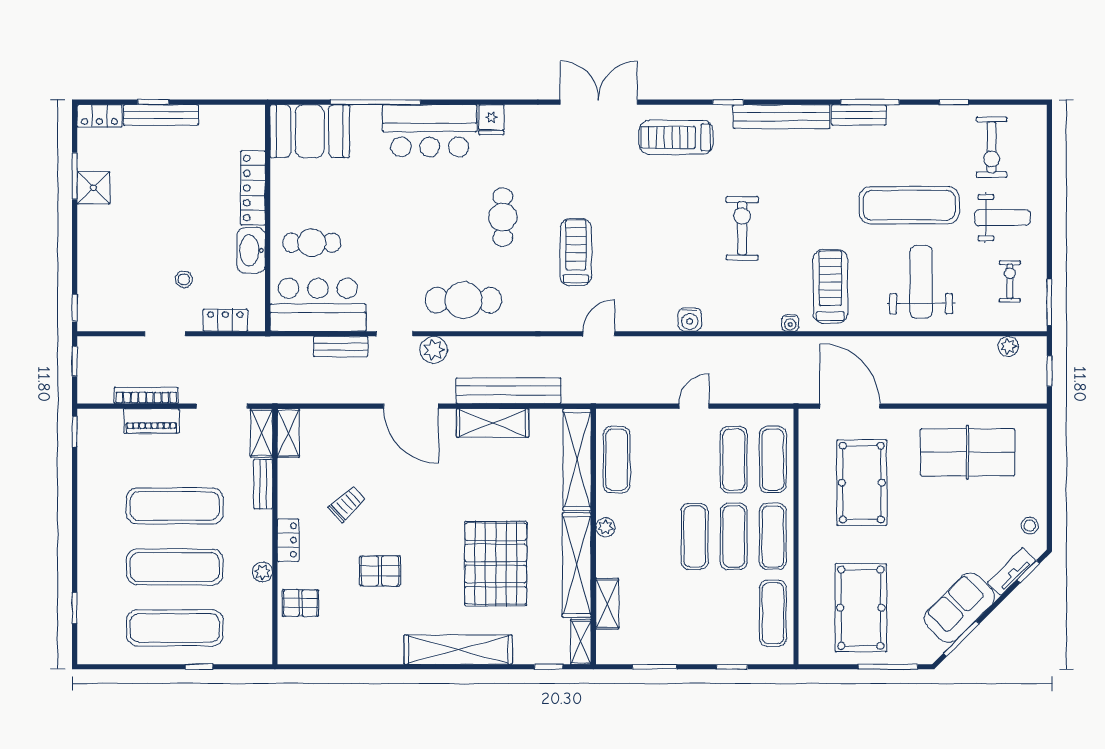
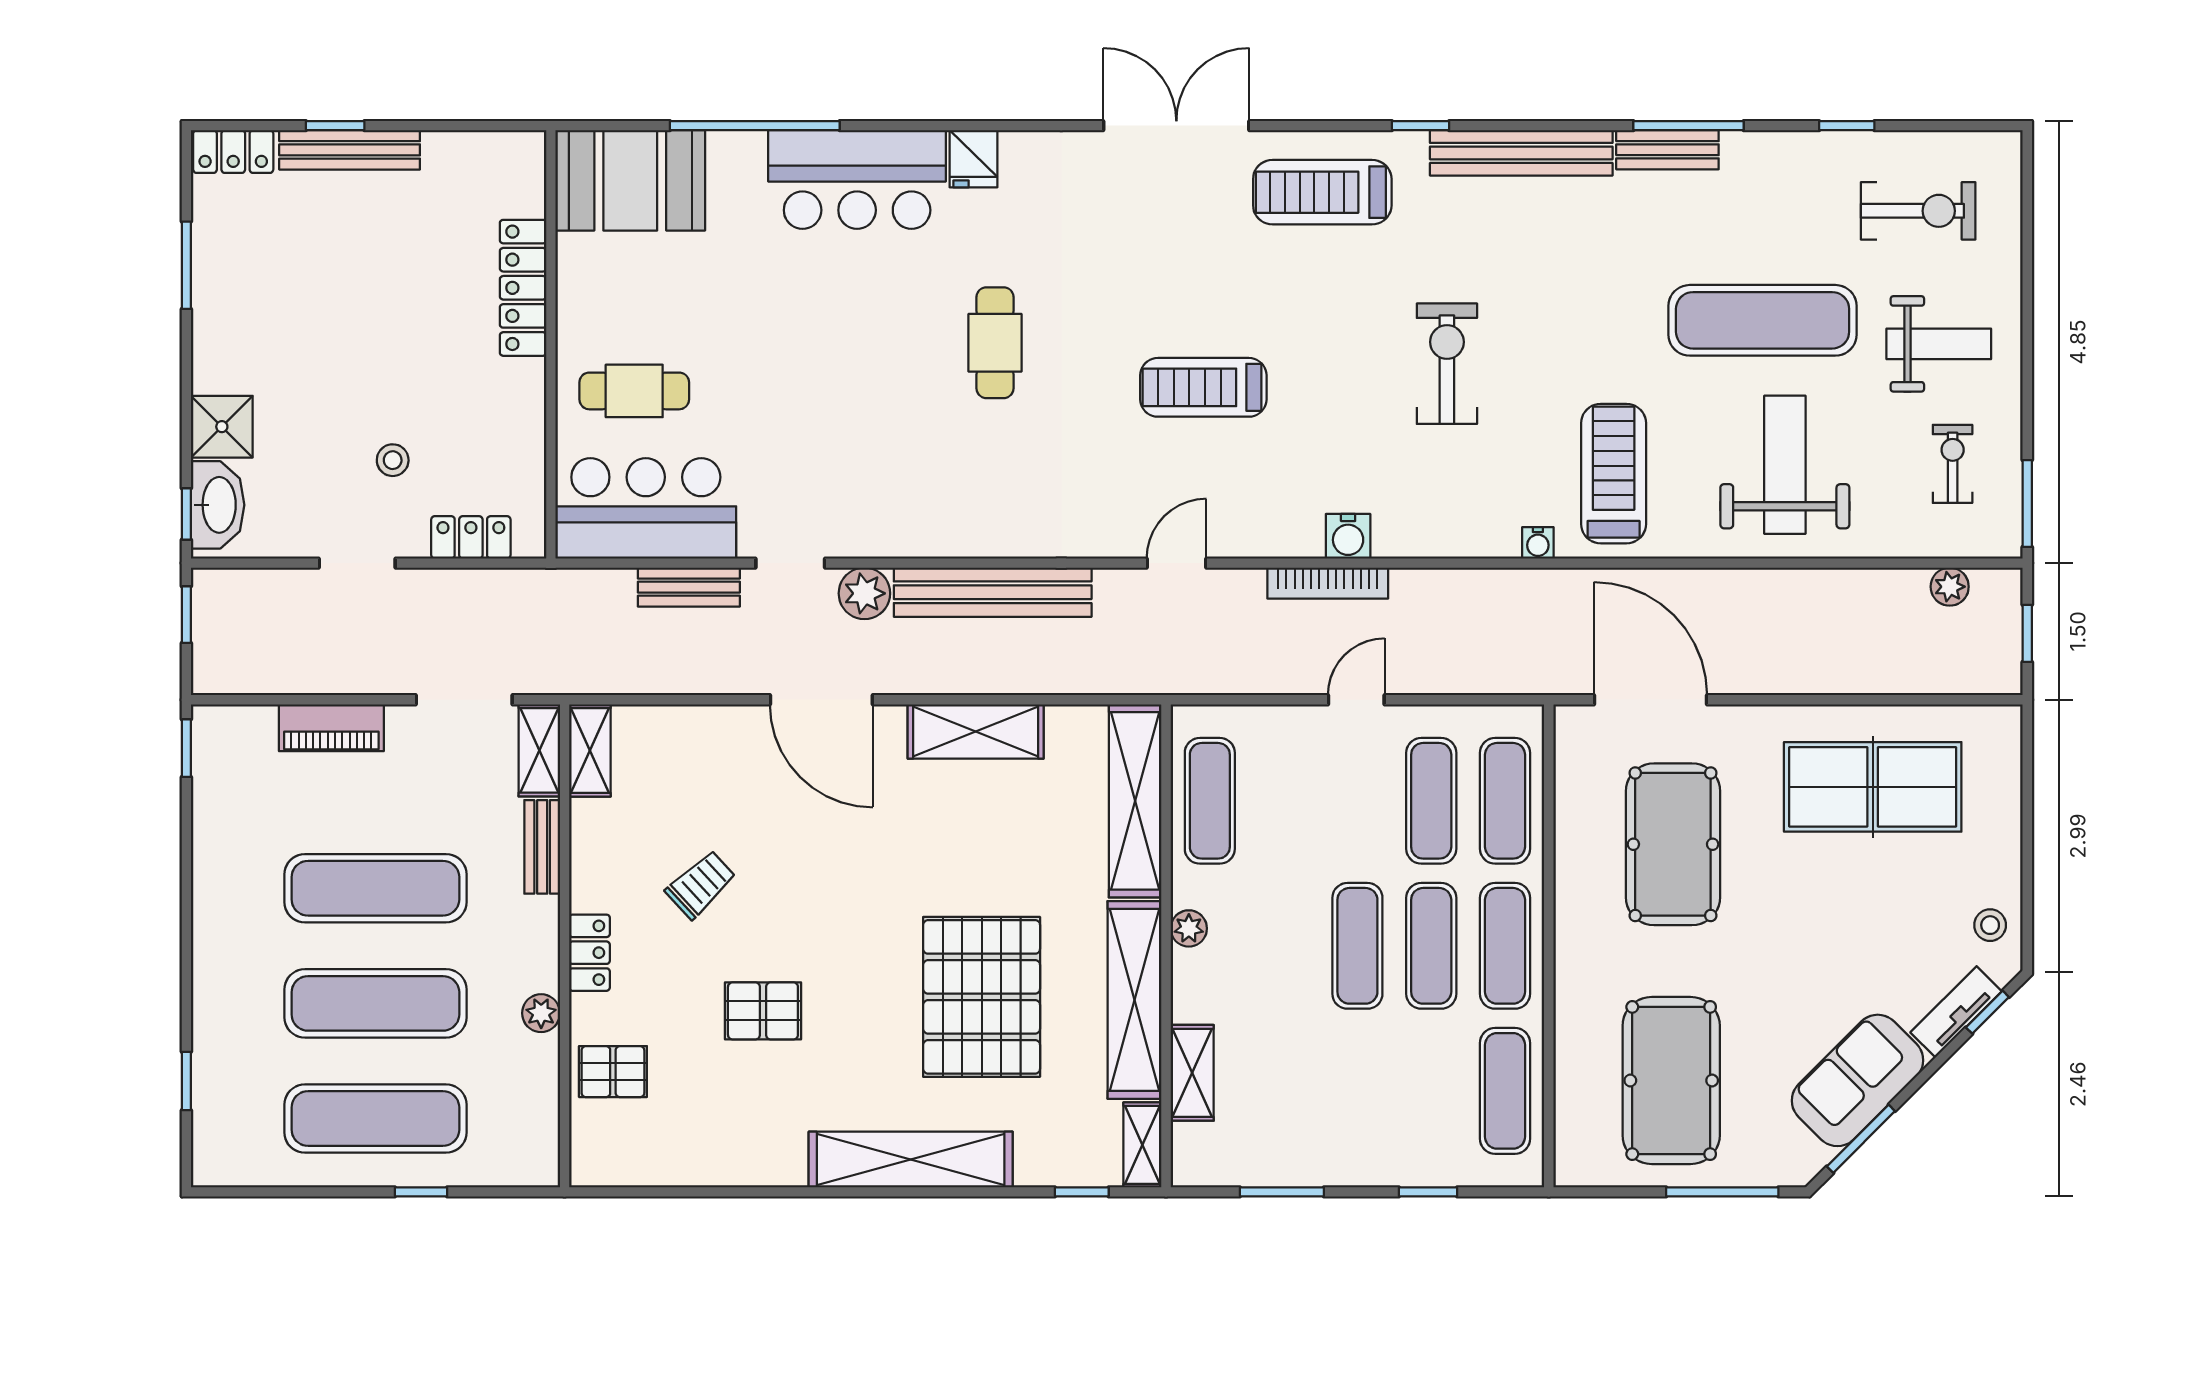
exercise bike: (992, 147) -> (1918, 211), turned -90
shower: (93, 188) -> (222, 427), moved
washbasin: (251, 250) -> (218, 505), moved, turned 180
treadmill: (576, 252) -> (1203, 387), moved, turned -90
cafe table: (463, 300) -> (921, 500), removed
bench: (508, 391) -> (993, 592), moved
bookcase: (146, 396) -> (1328, 583), moved, turned 180

